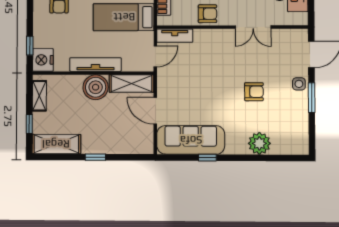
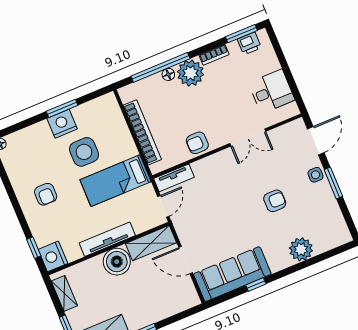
armchair: (207, 14) -> (197, 143), turned 180

